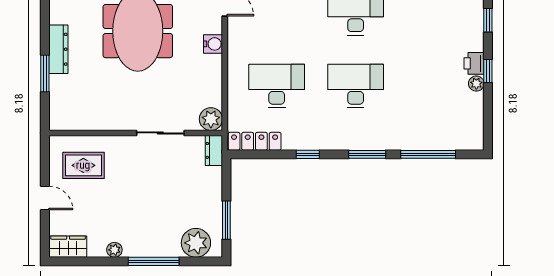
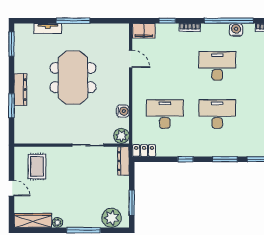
water cooler: (213, 44) -> (123, 111), moved
locker: (255, 141) -> (144, 151), width x0.66
dresser: (214, 150) -> (123, 161), width x1.44
rug: (83, 165) -> (37, 167), turned 90
wardrobe: (68, 247) -> (33, 220), width x1.50

